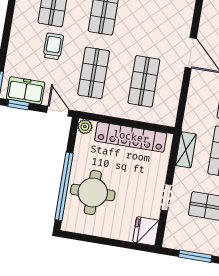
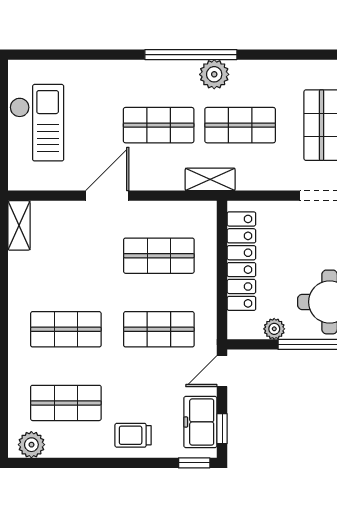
trolley: (53, 46) -> (133, 435), moved
plant: (85, 127) -> (274, 329), moved
shelving: (186, 150) -> (210, 179), moved

